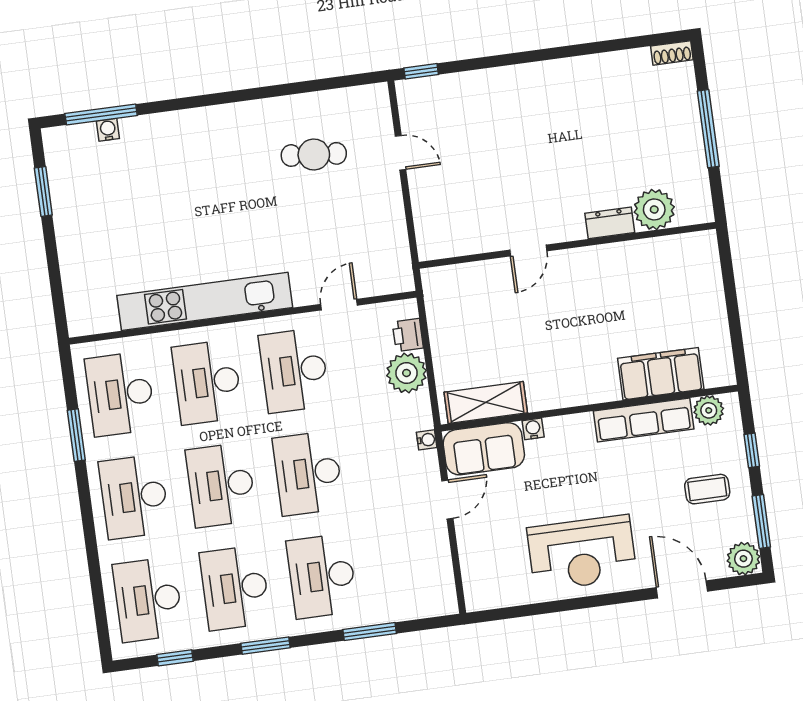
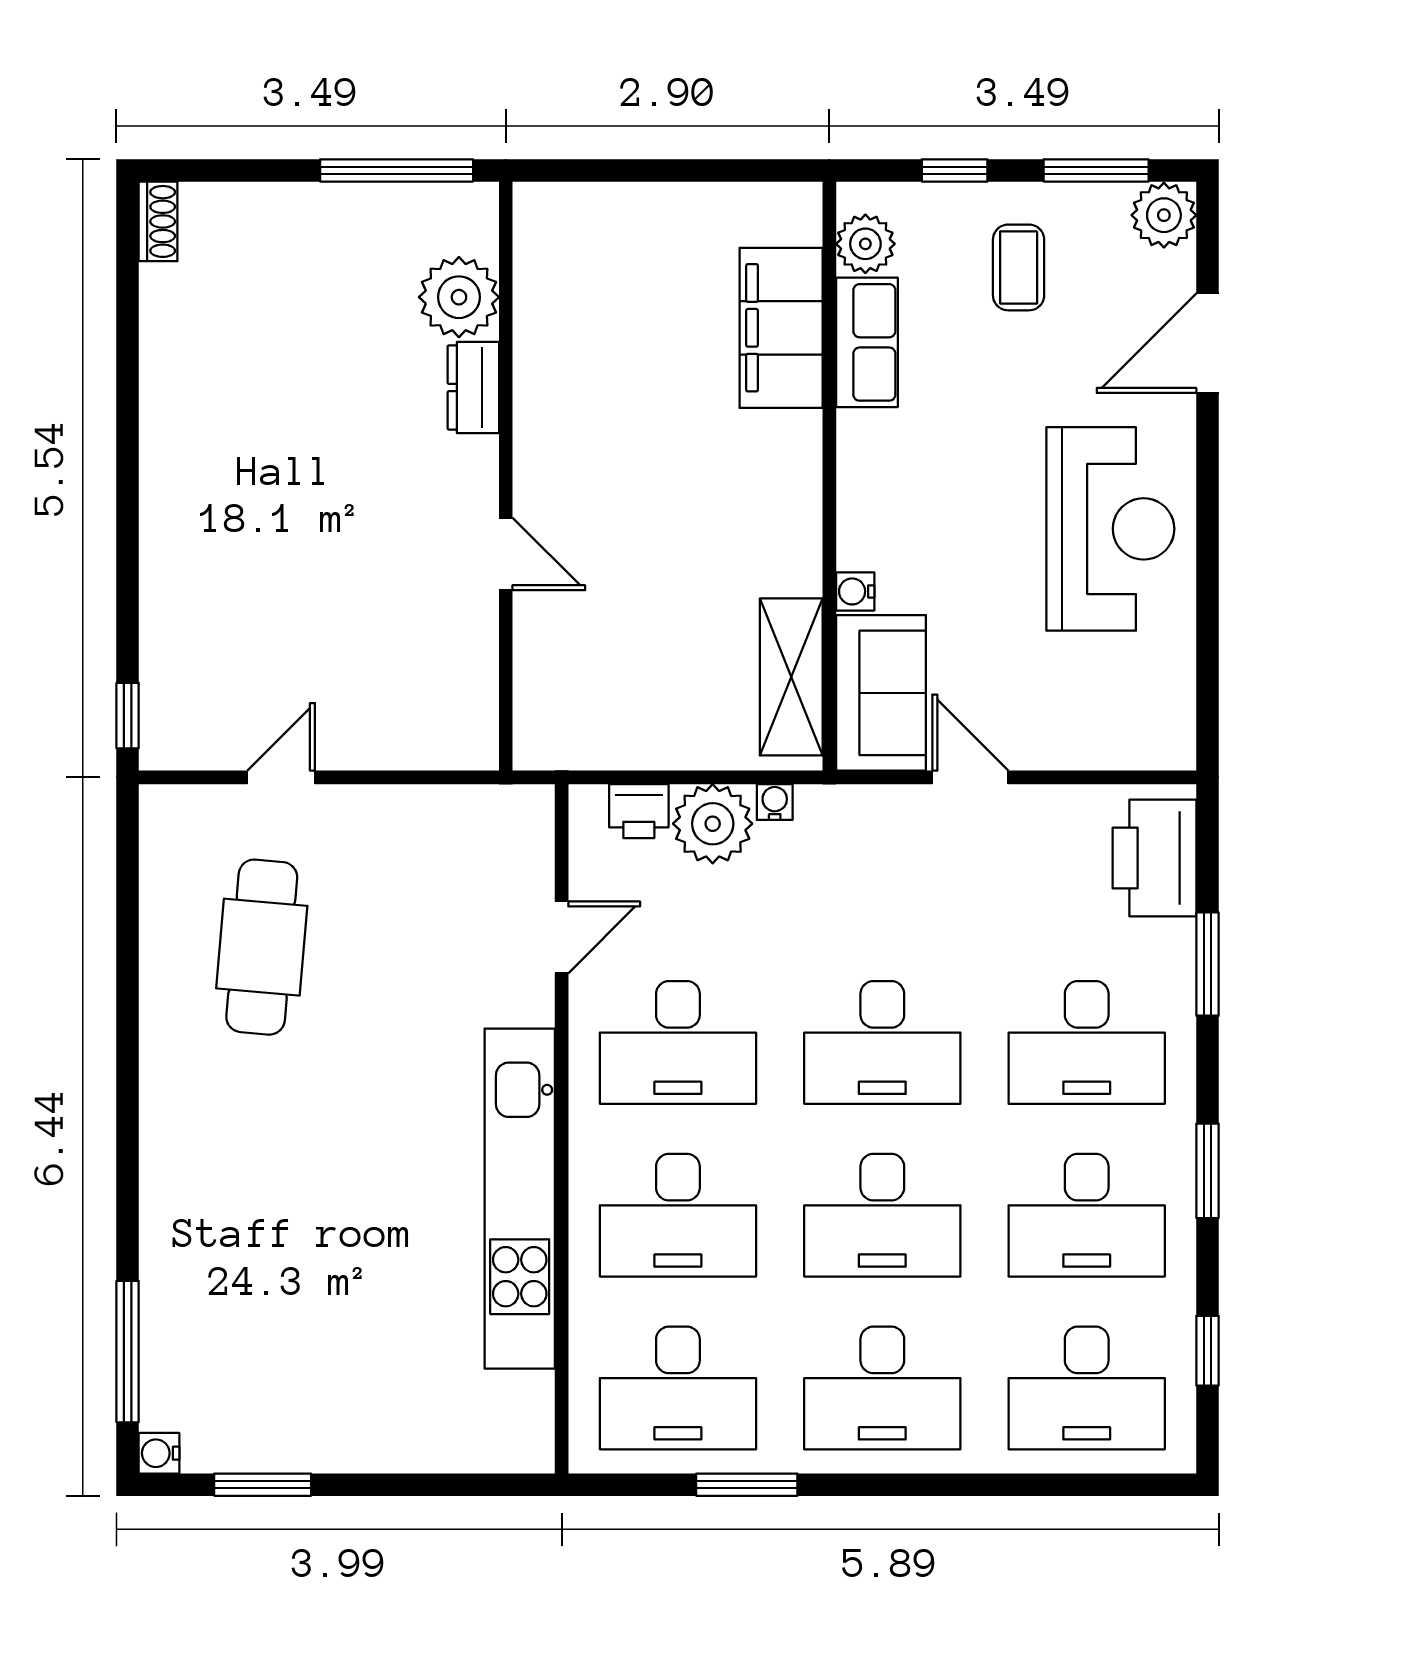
window: (708, 129) -> (397, 170), moved
water cooler: (108, 130) -> (159, 1453), moved
cafe table: (314, 154) -> (262, 947), width x1.37, depth x1.35
door: (339, 305) -> (562, 937), swing flipped
row of seats: (644, 420) -> (867, 342), width x0.68
water cooler: (427, 440) -> (775, 802), moved
printer: (419, 598) -> (1154, 858), added

